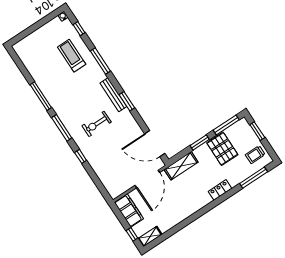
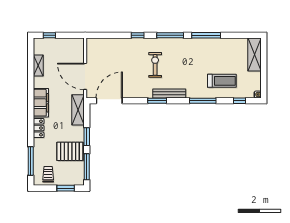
shelving: (30, 42) -> (254, 55), added
filing cabinet: (129, 211) -> (41, 103), moved, turned -90
shelving: (150, 236) -> (38, 65), moved

